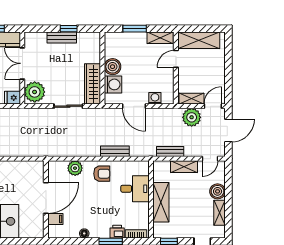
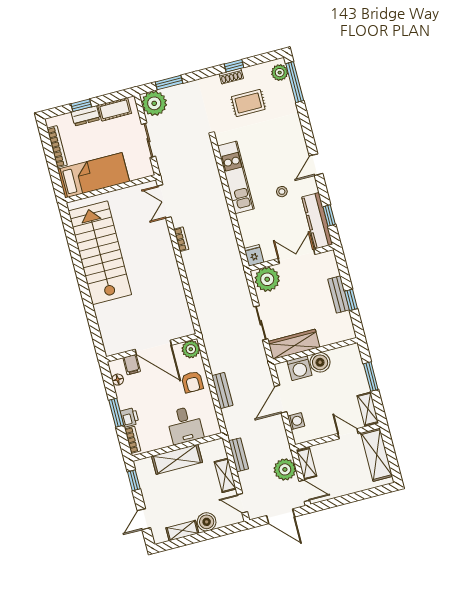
door: (46, 198) -> (153, 347), moved
wall: (46, 199) -> (152, 348), moved
filing cabinet: (55, 219) -> (132, 365), moved

